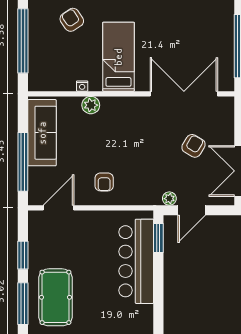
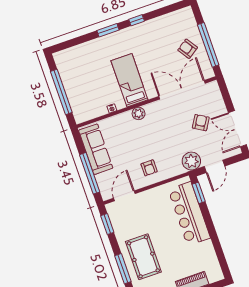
armchair: (72, 20) -> (188, 49), moved
plant: (91, 105) -> (139, 113), moved
plant: (169, 199) -> (191, 161), width x1.87, depth x1.87
window: (23, 255) -> (107, 224), moved

